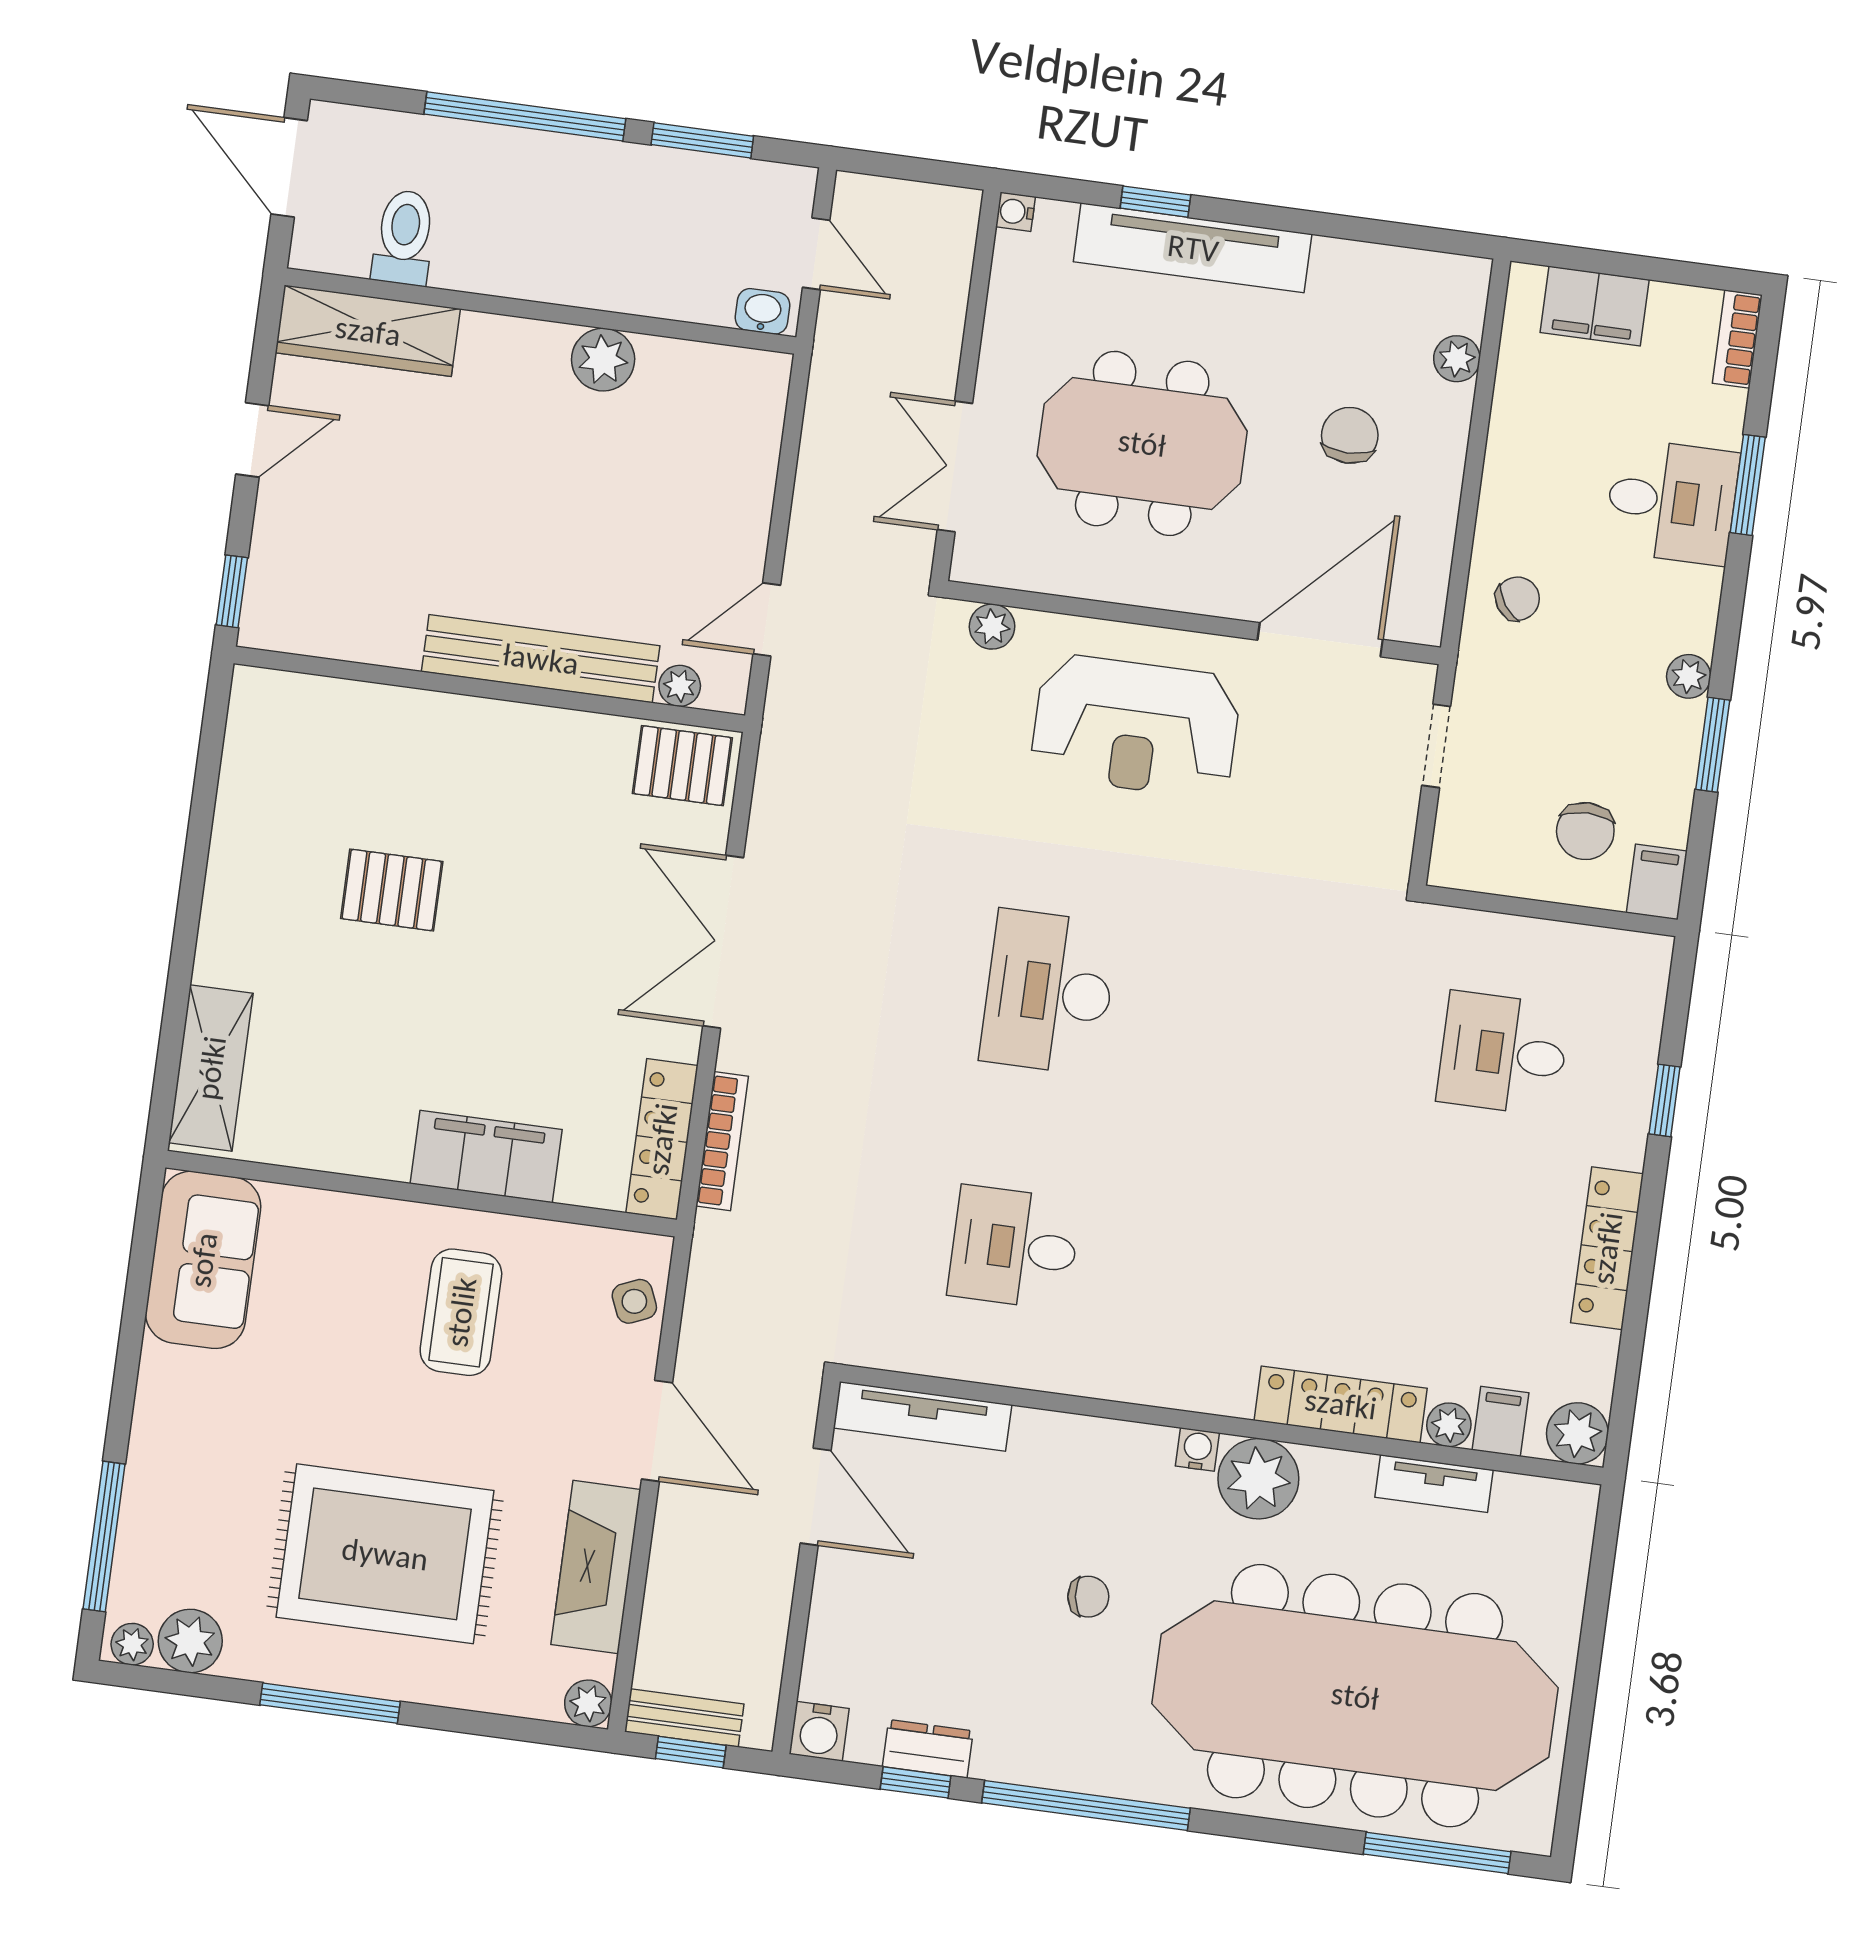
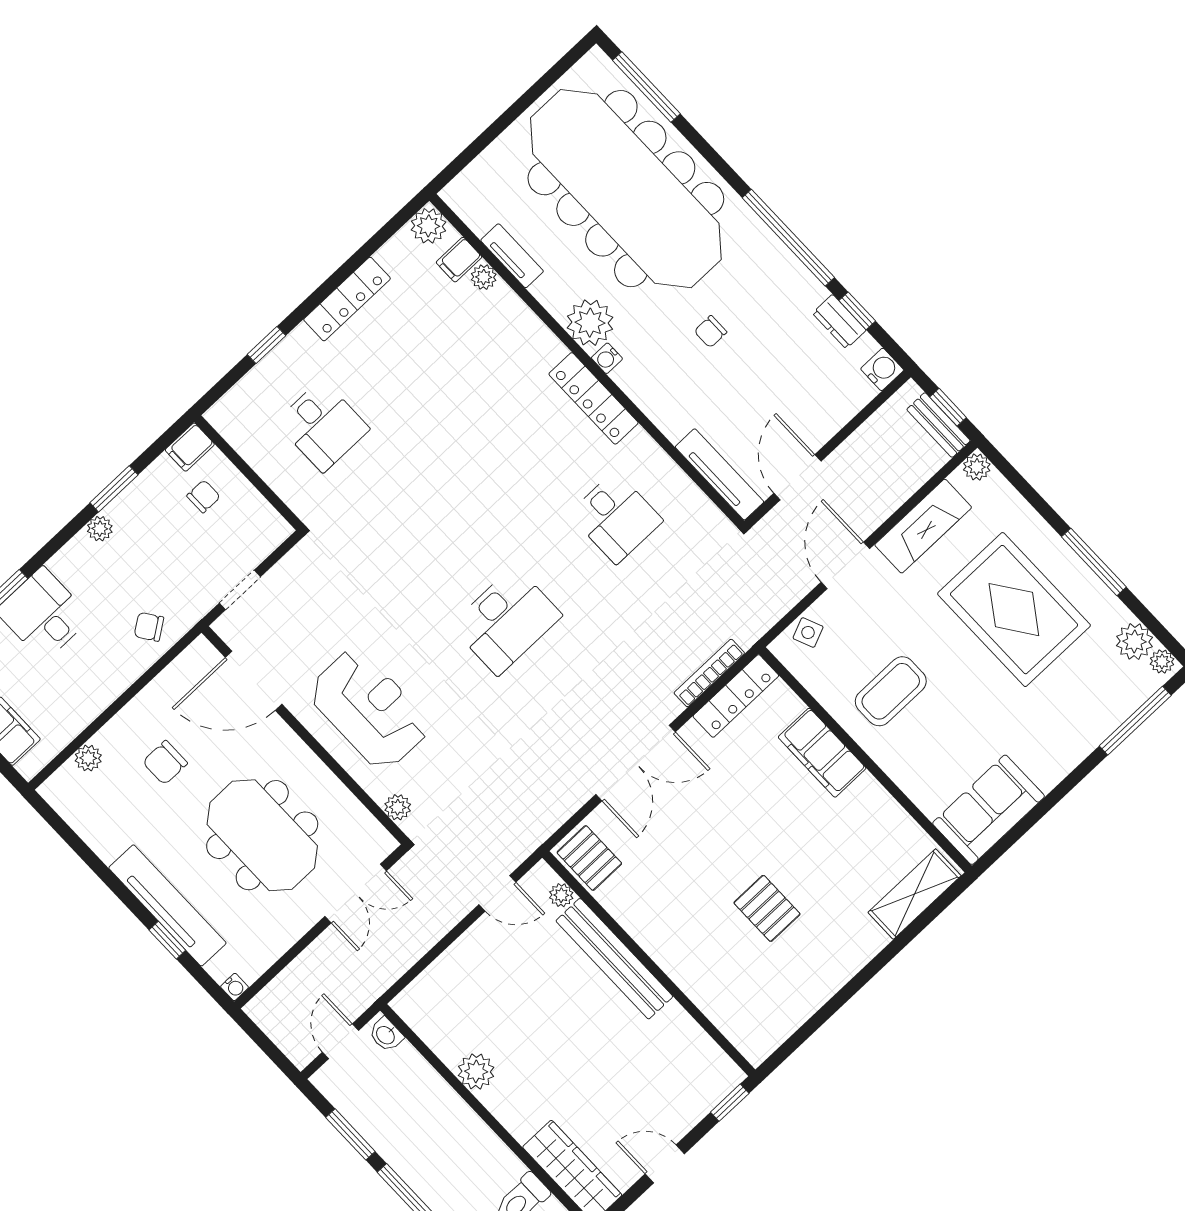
chair: (1585, 831) -> (204, 496), width x0.73, depth x0.73
locker: (1341, 1404) -> (593, 398), moved
chair: (1088, 1597) -> (711, 332), turned -82

